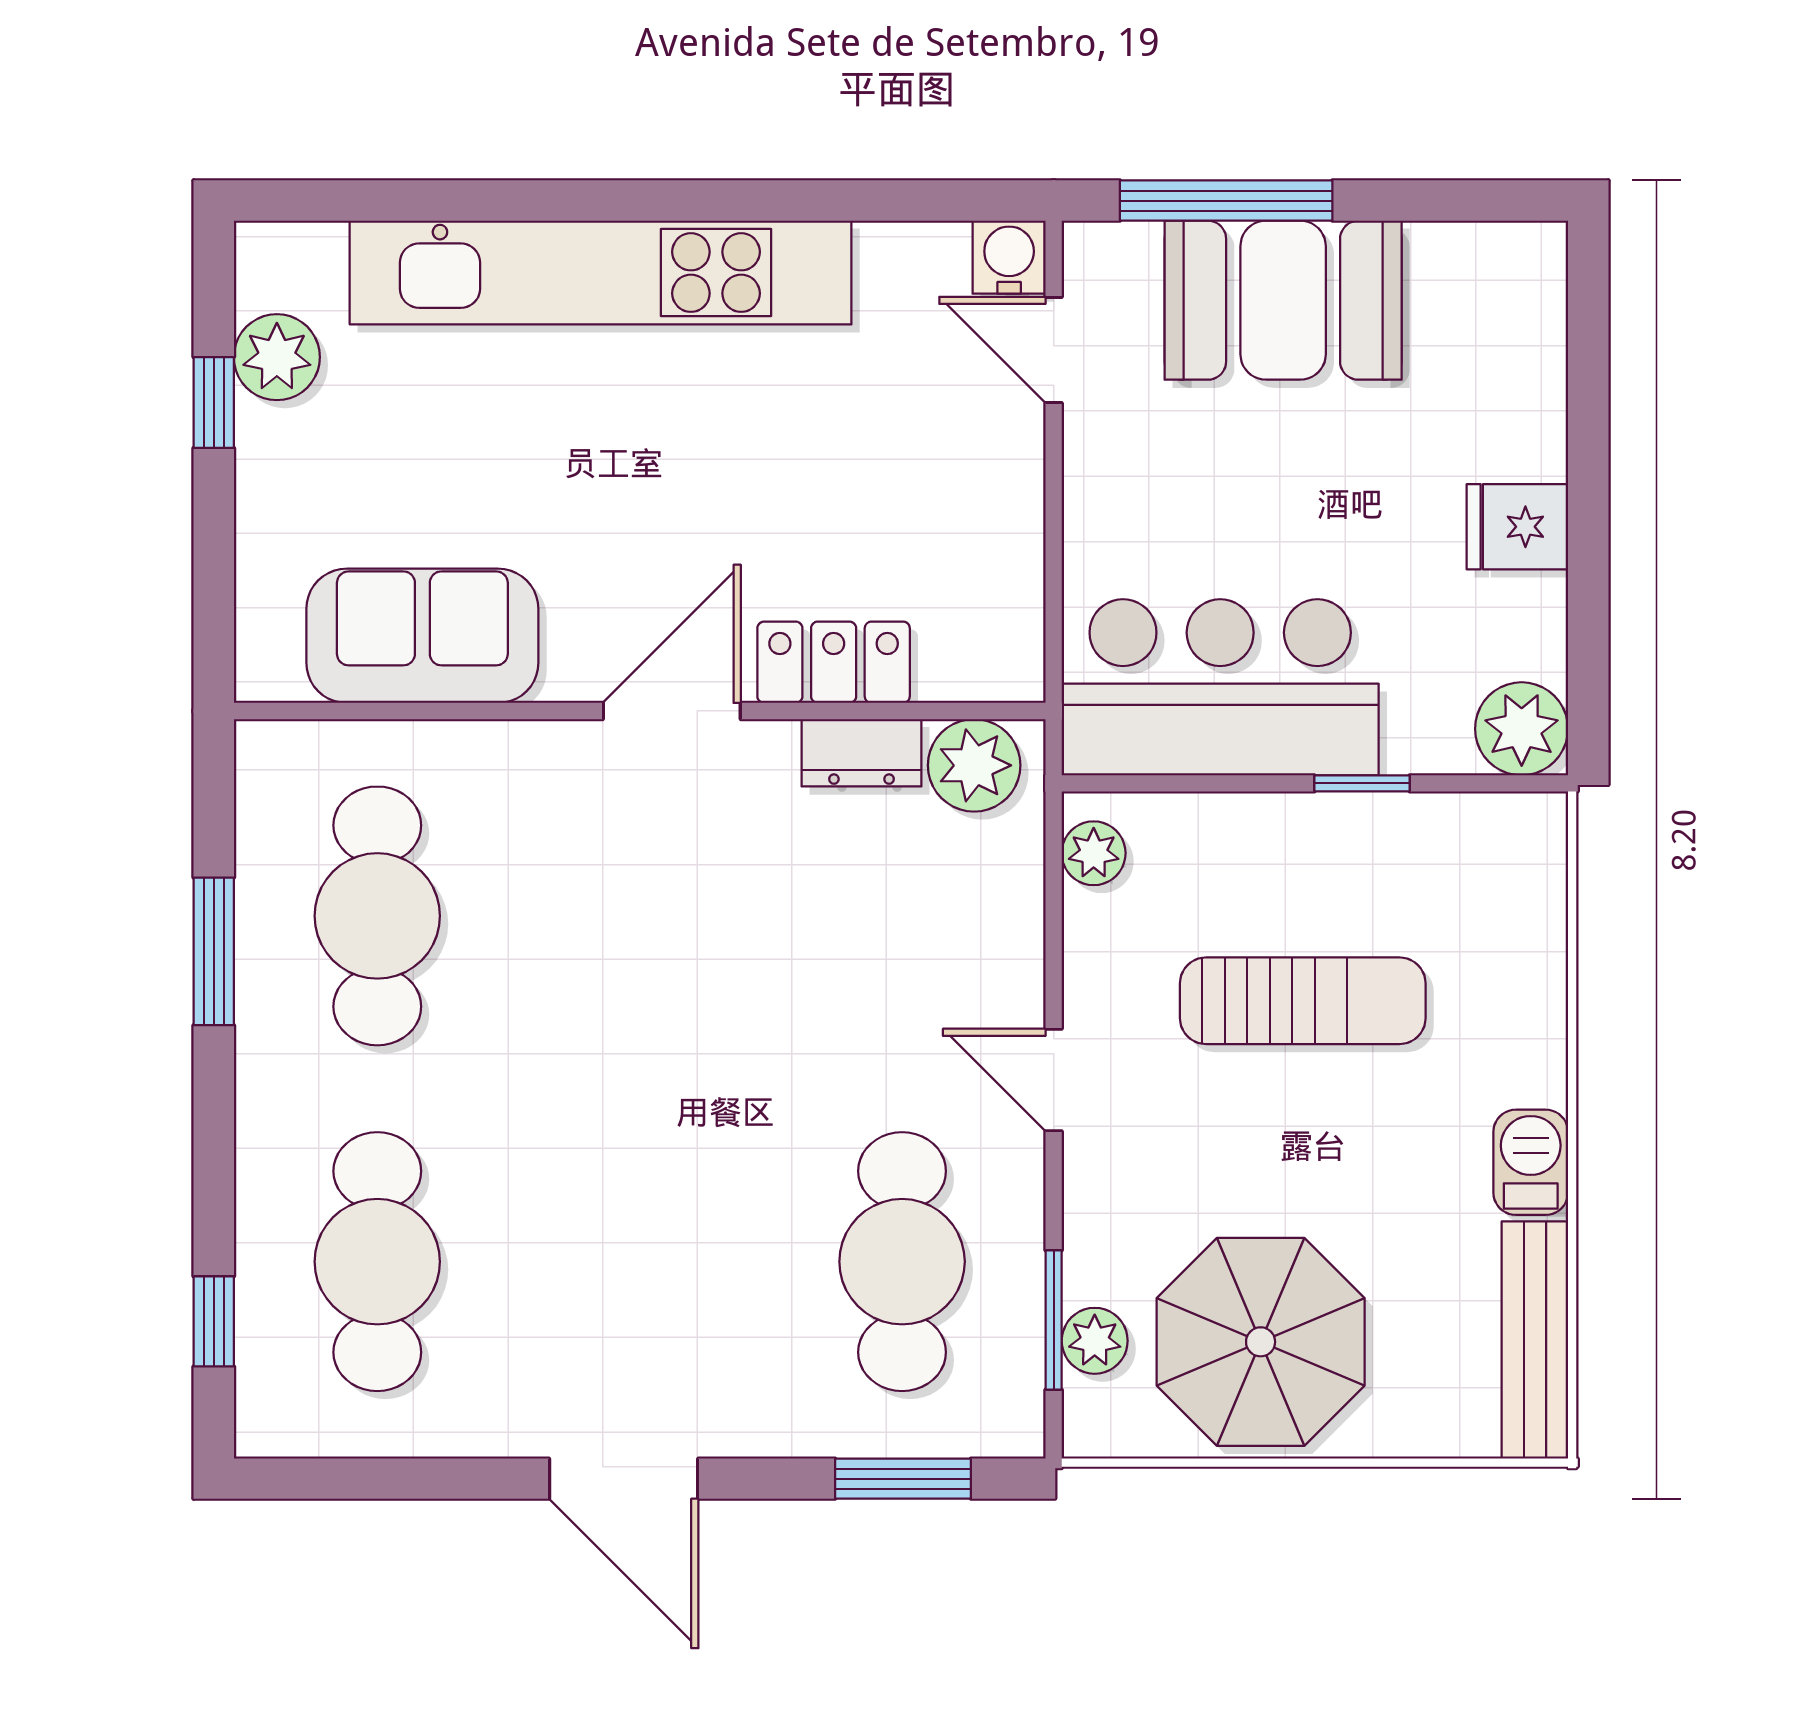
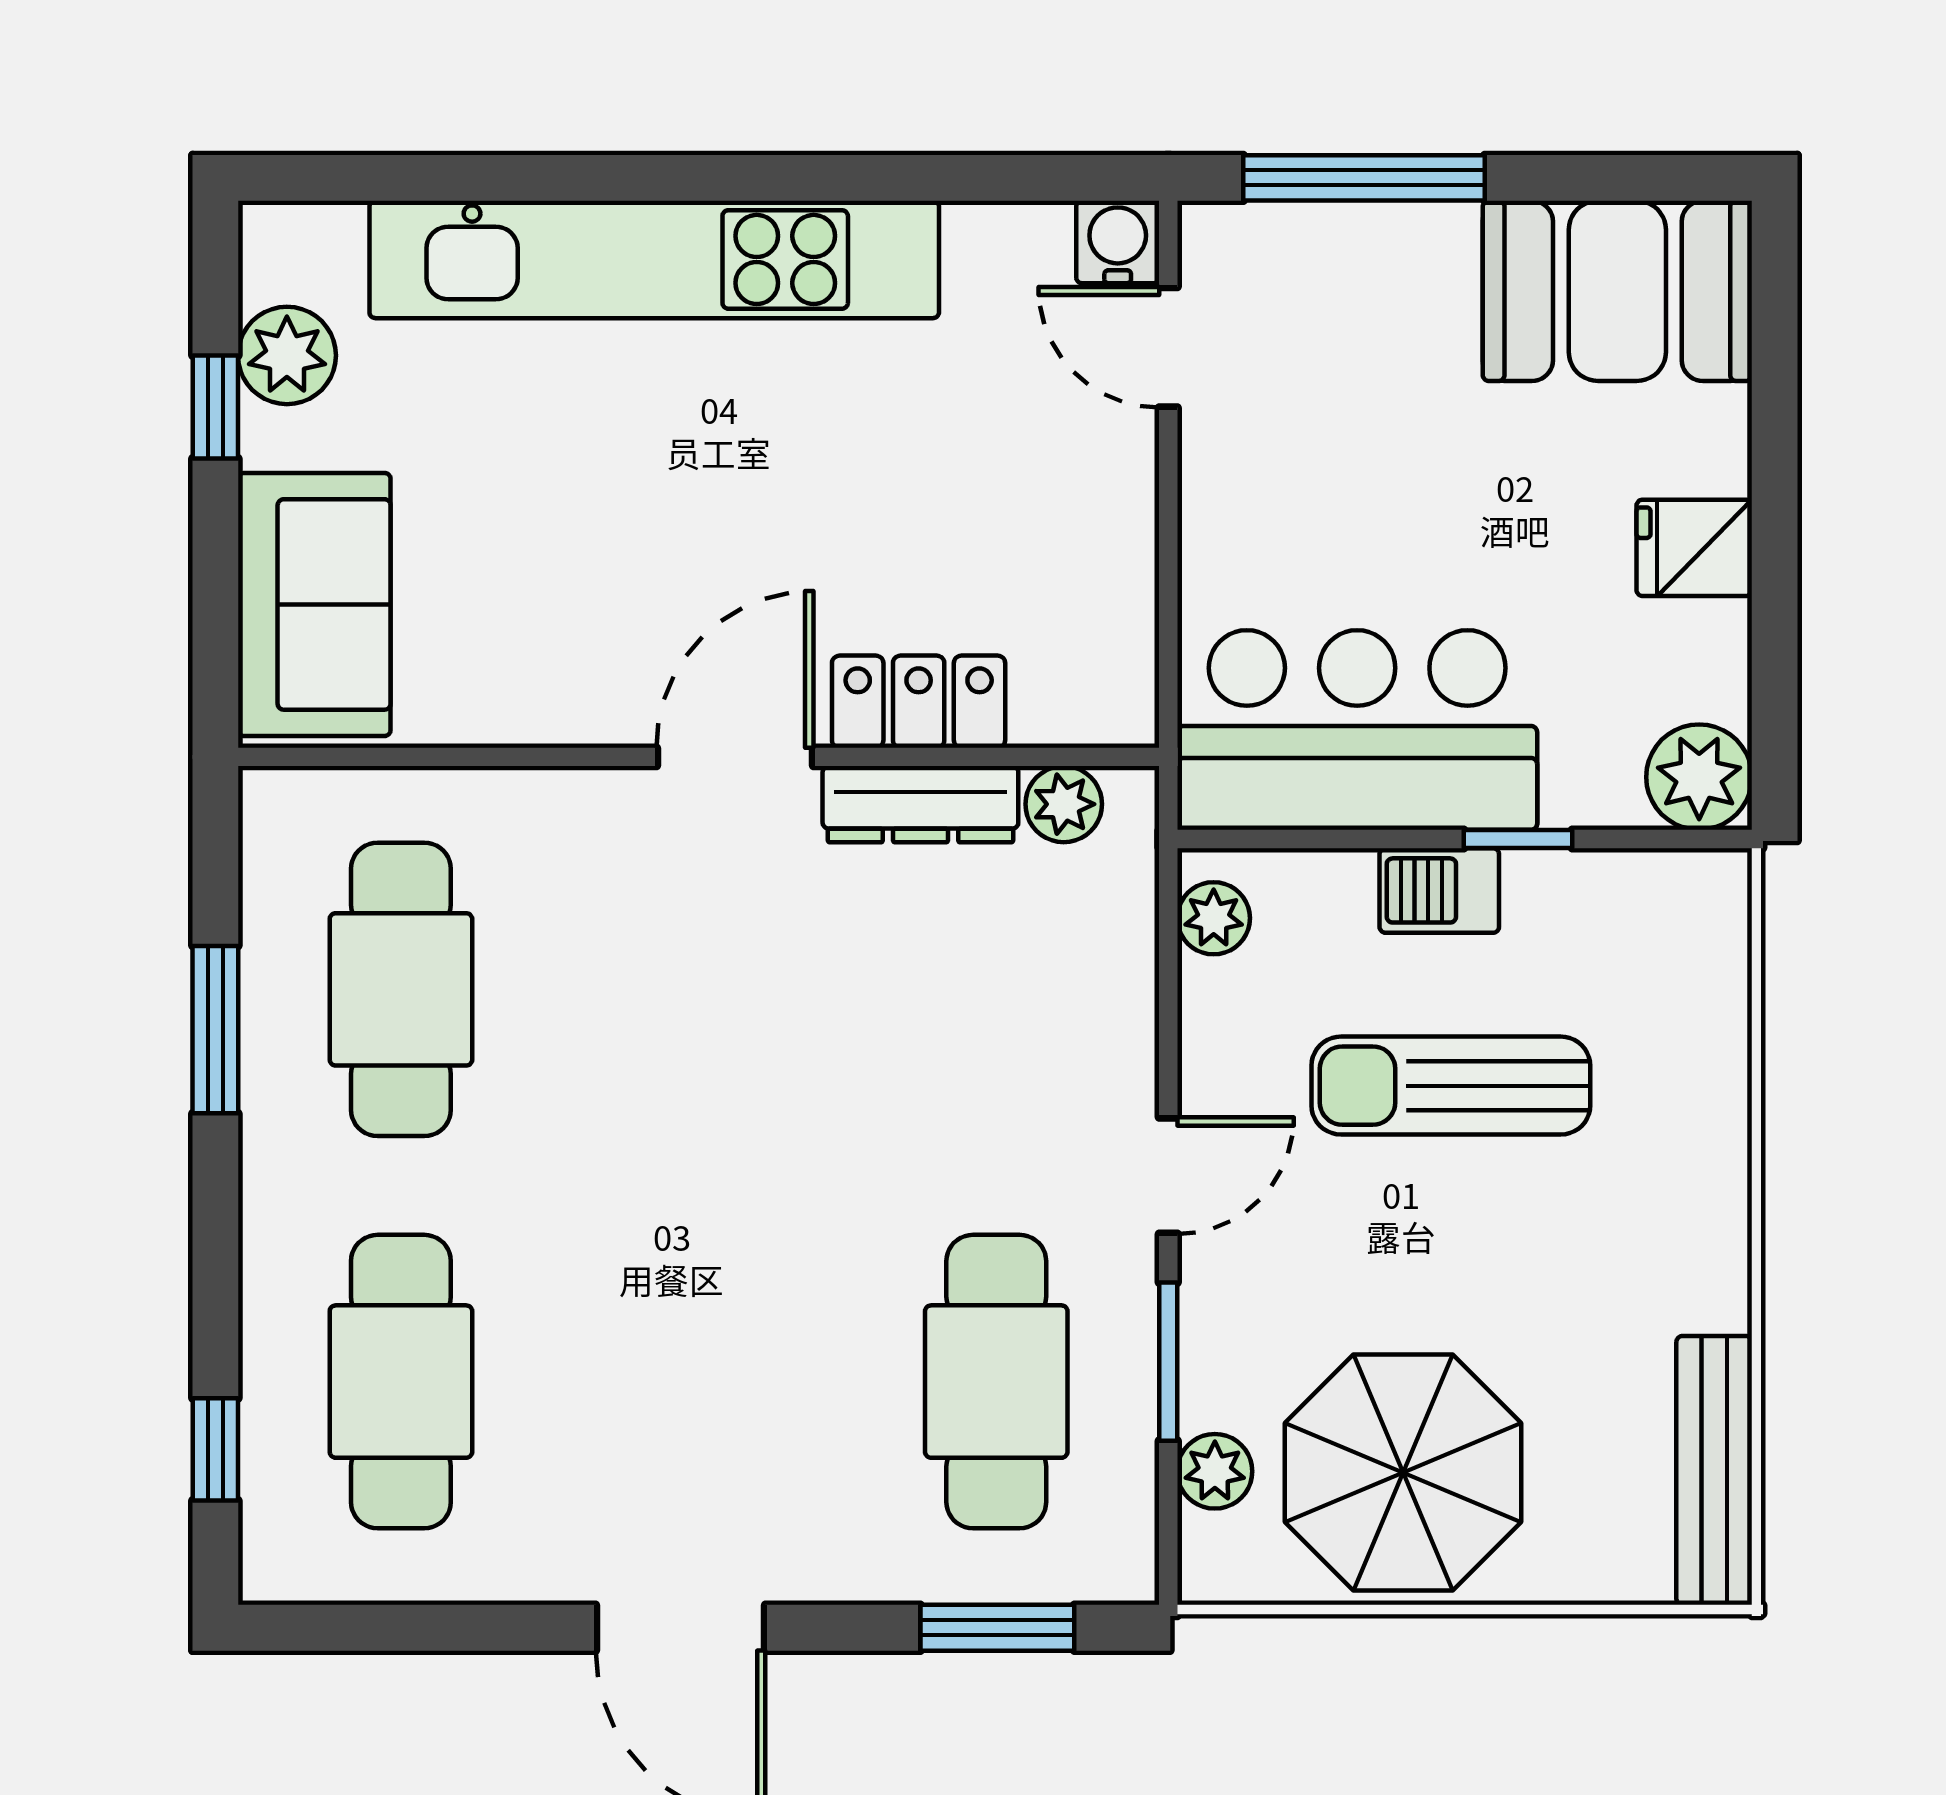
booth: (1283, 300) -> (1617, 291), moved
sofa: (422, 636) -> (314, 604), moved, turned 90
dresser: (861, 753) -> (920, 804), width x1.44
plant: (974, 765) -> (1064, 804), width x0.73, depth x0.73
sun lounger: (1303, 1001) -> (1451, 1086), turned 180
door: (1054, 1080) -> (1168, 1176), swing flipped
barbecue: (1531, 1162) -> (1439, 890), moved, turned -90
window: (1054, 1320) -> (1168, 1362), moved

